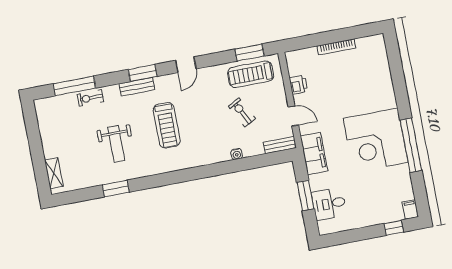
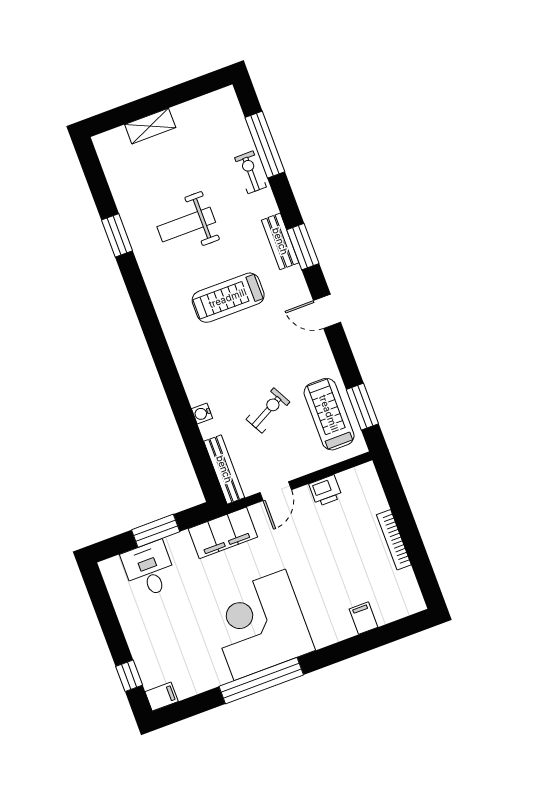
filing cabinet: (382, 74) -> (364, 618), added
bench: (280, 145) -> (224, 469), width x1.36
shelving: (54, 173) -> (150, 126), moved

